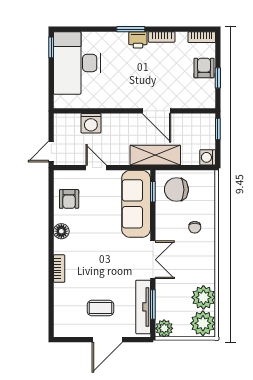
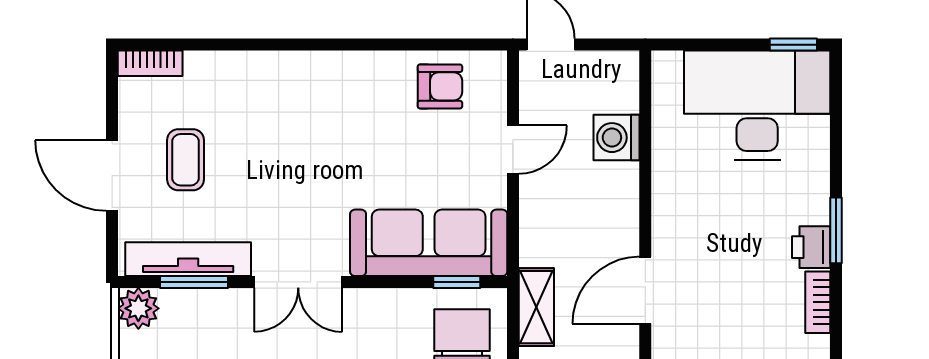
shelving: (155, 155) -> (536, 307), width x0.67, depth x0.75
armchair: (69, 199) -> (440, 86), turned 180
floor lamp: (61, 231) -> (365, 68), removed
bookcase: (59, 269) -> (150, 63), moved

